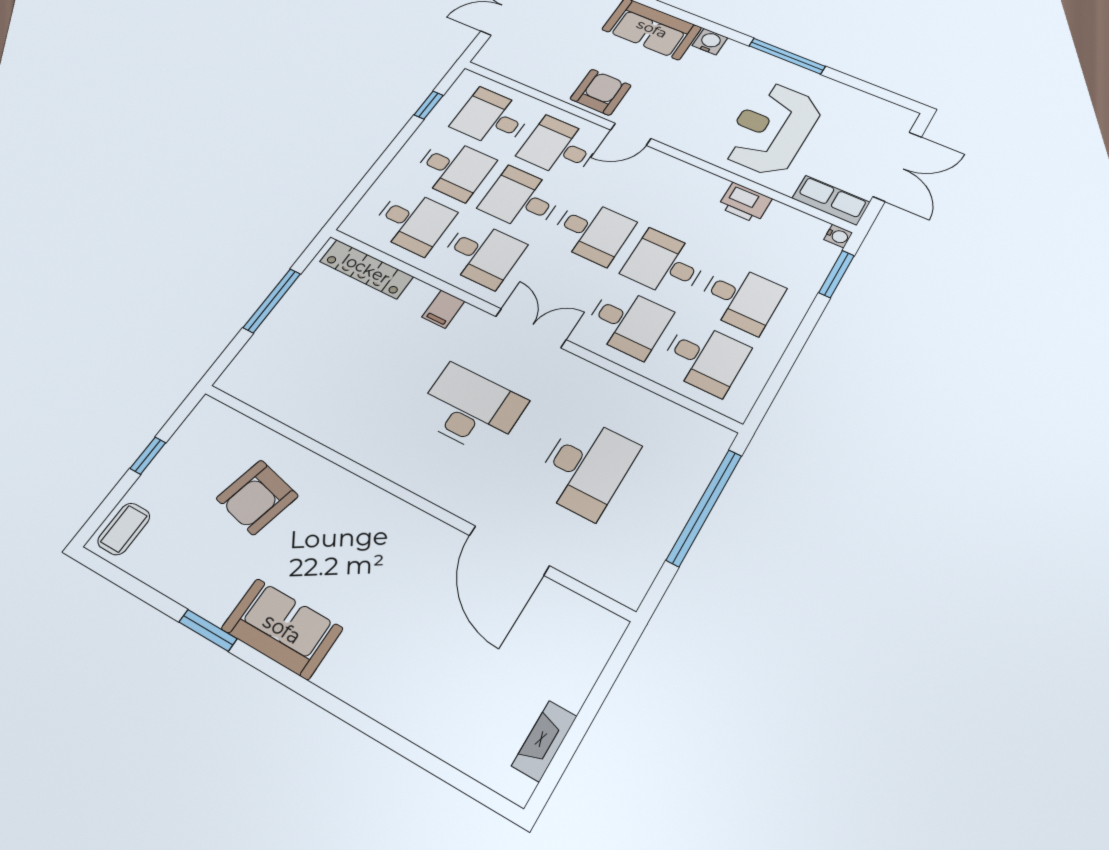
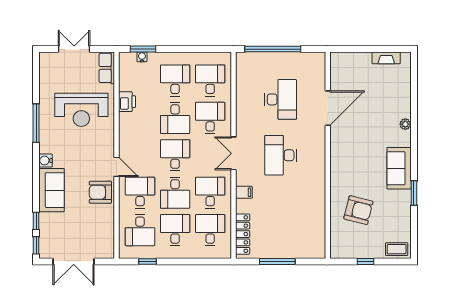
desk: (559, 148) -> (140, 193), turned 180
double door: (897, 167) -> (74, 49), width x0.73
water cooler: (838, 236) -> (142, 57), moved
desk: (586, 467) -> (281, 99), turned 90
plant: (367, 698) -> (405, 124), added

